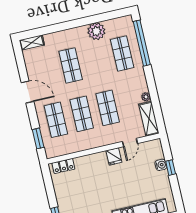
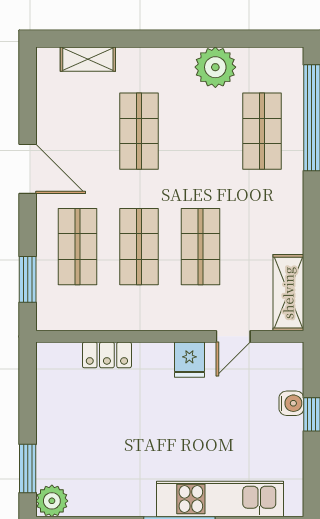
shelving: (32, 43) -> (88, 59), moved
plant: (146, 97) -> (293, 242), removed
locker: (63, 166) -> (107, 355), moved

